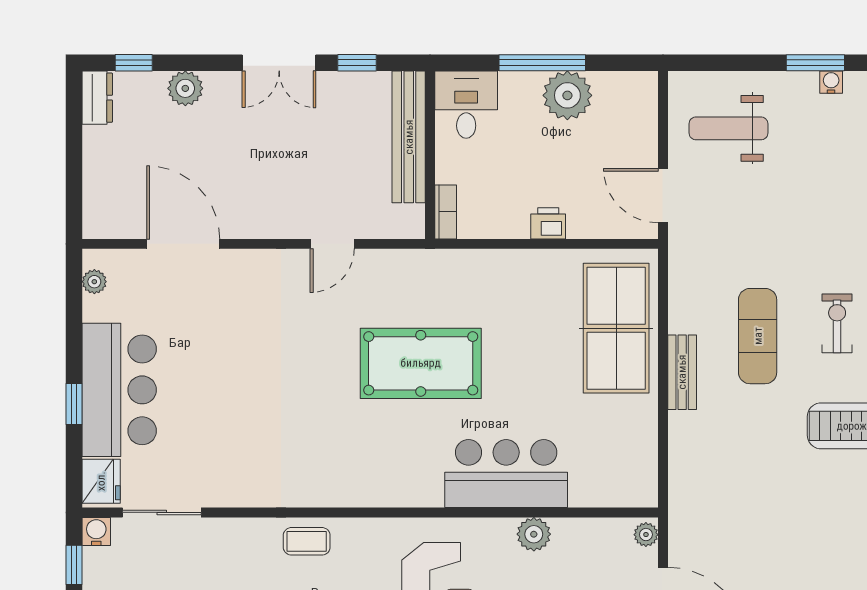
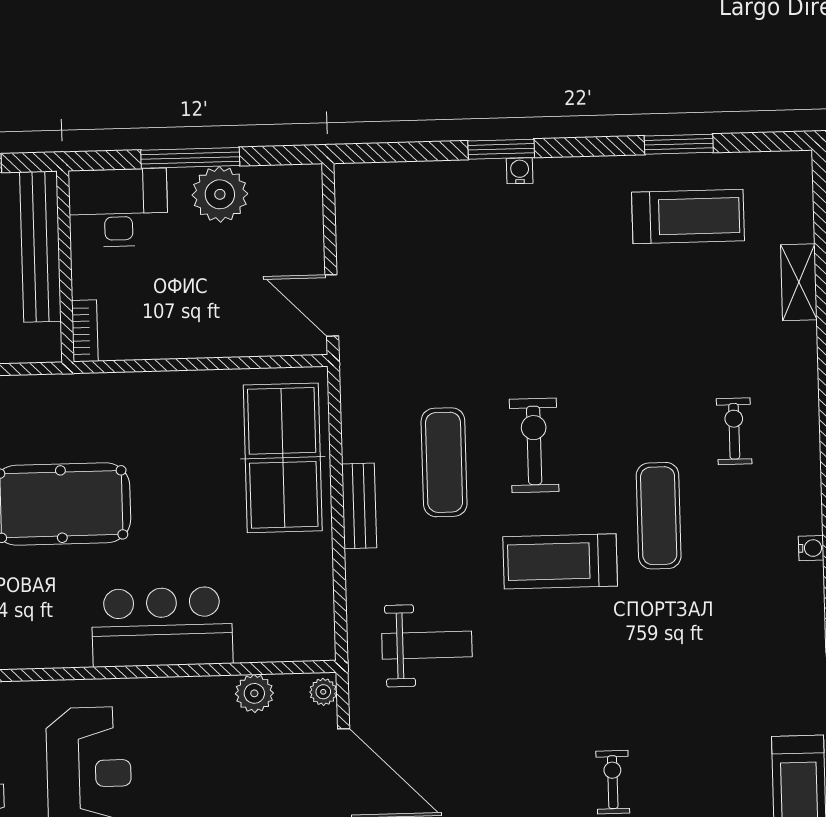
desk: (466, 105) -> (118, 208), width x1.37
weight bench: (728, 128) -> (427, 645), moved, turned 180
printer: (548, 223) -> (202, 341), removed
exercise bike: (837, 323) -> (534, 445), width x1.38, depth x1.39
plant: (534, 534) -> (254, 693), moved

